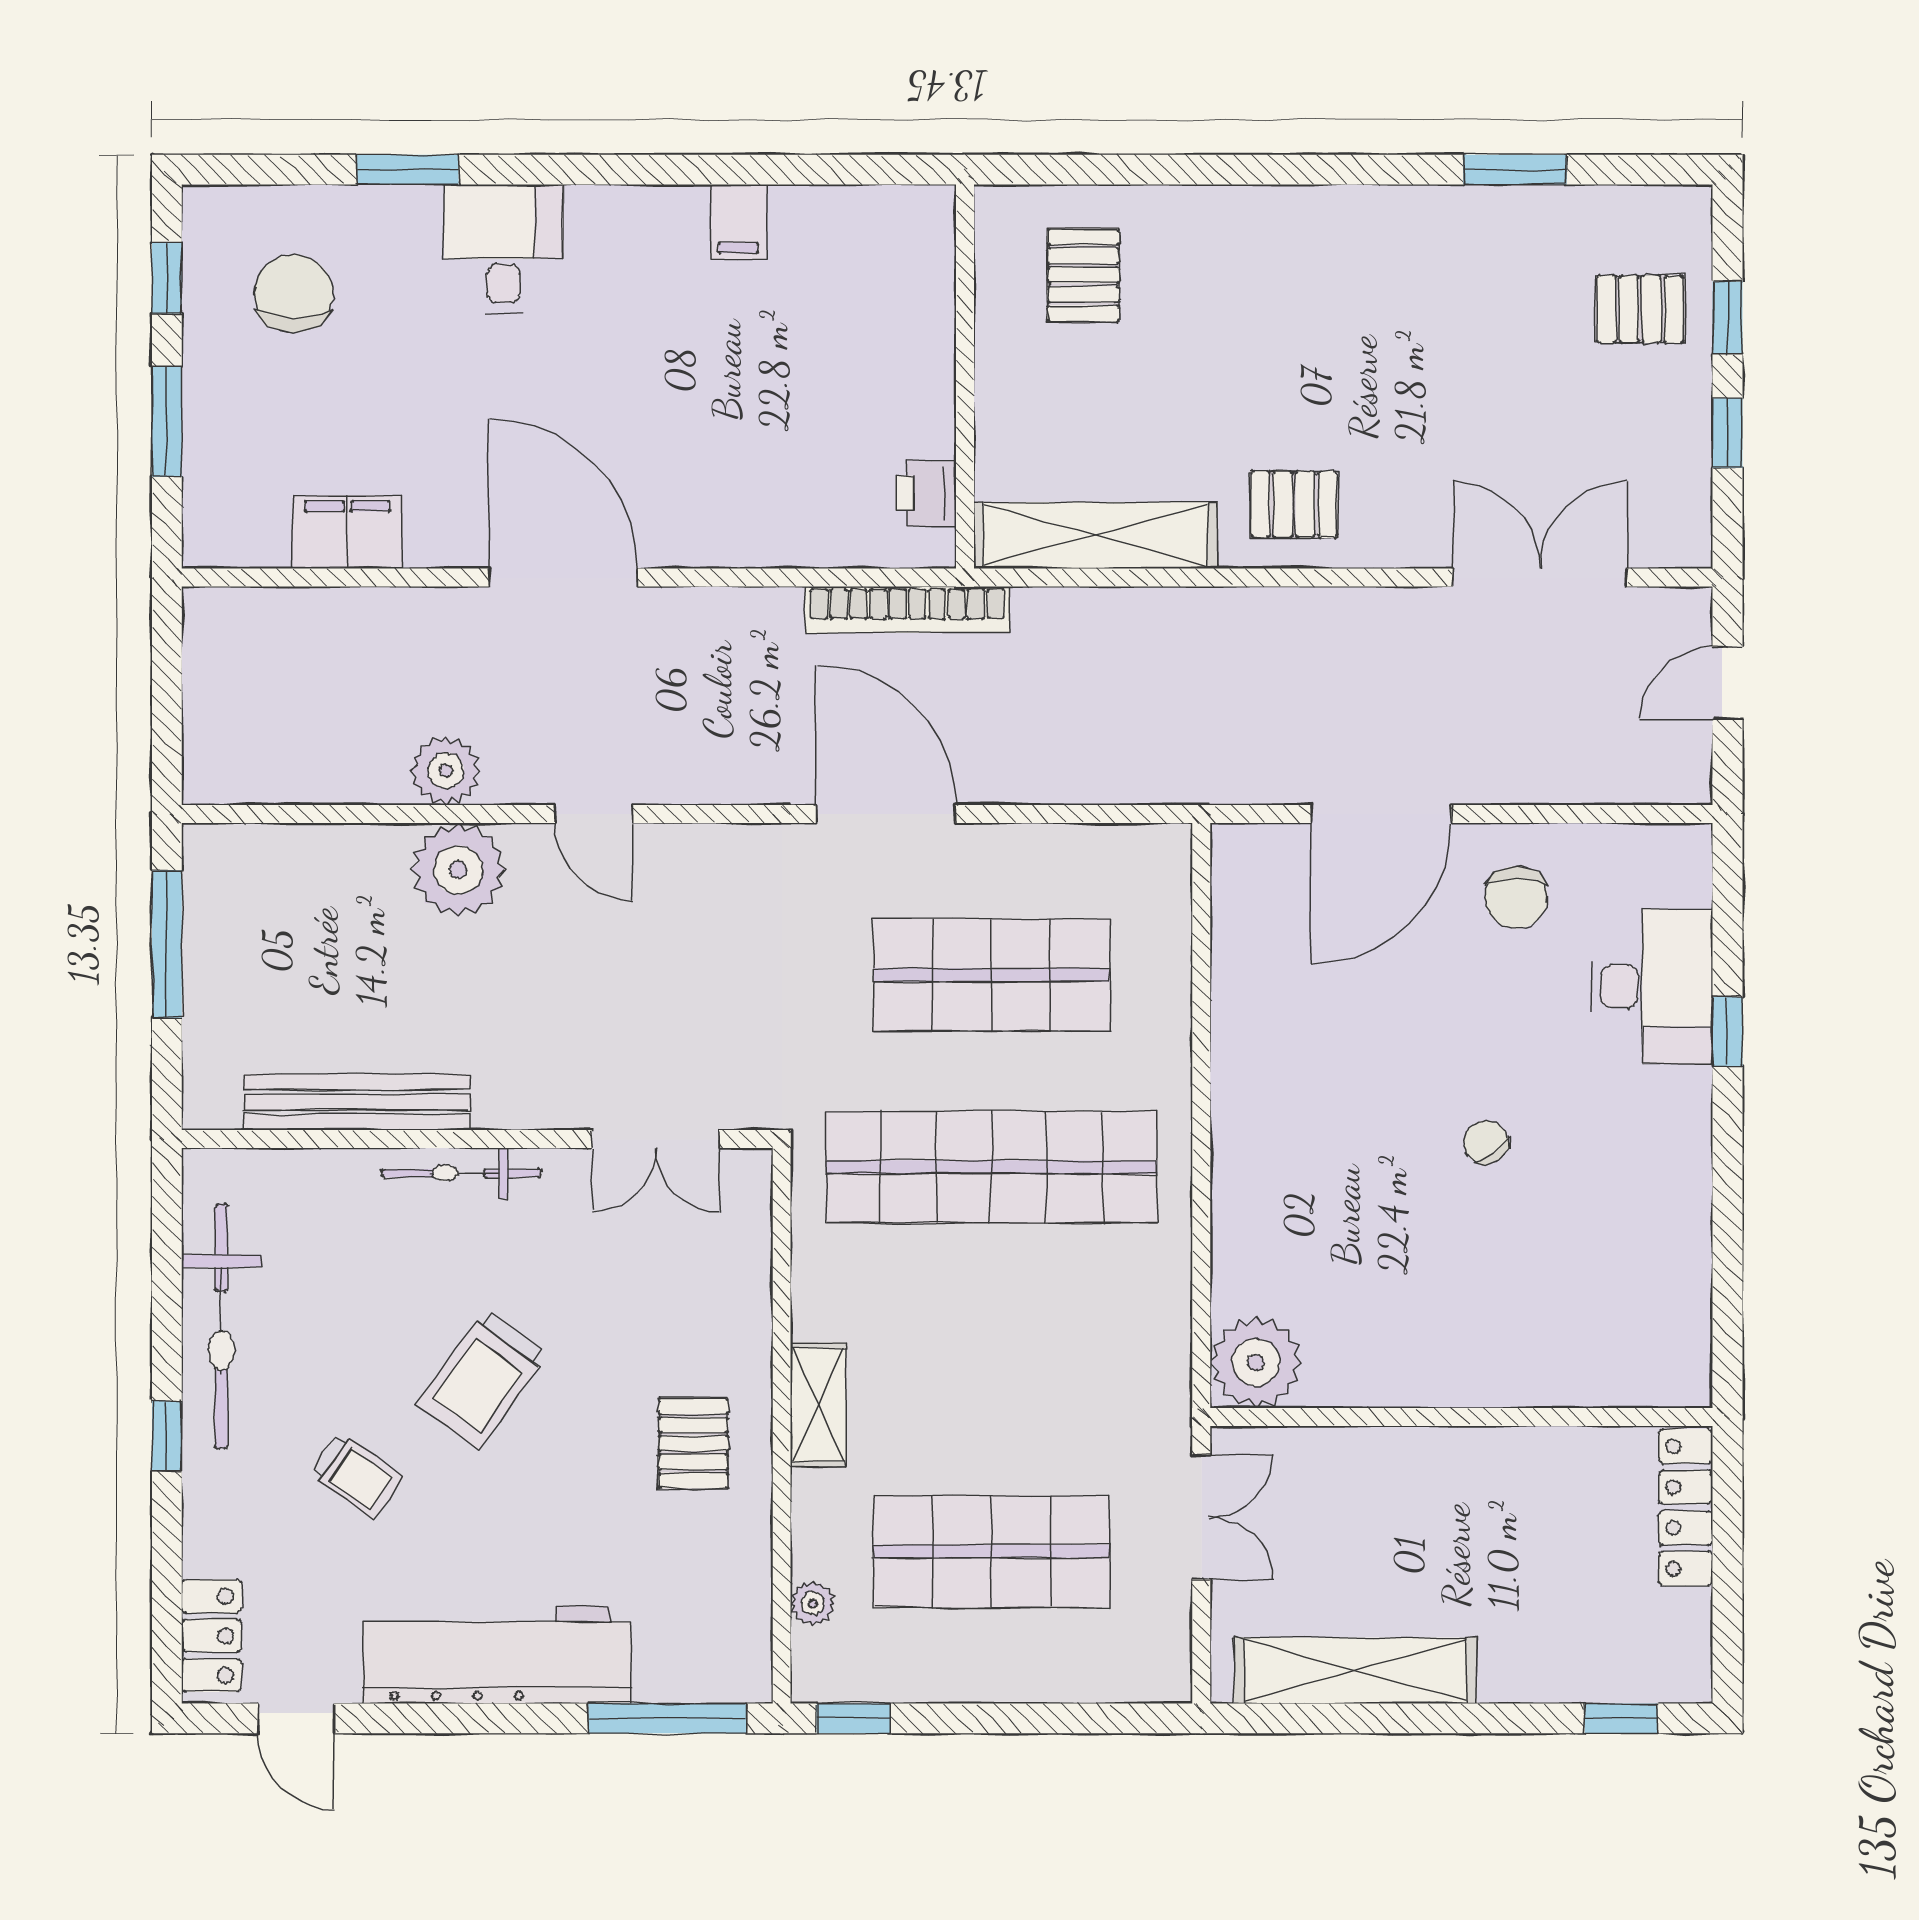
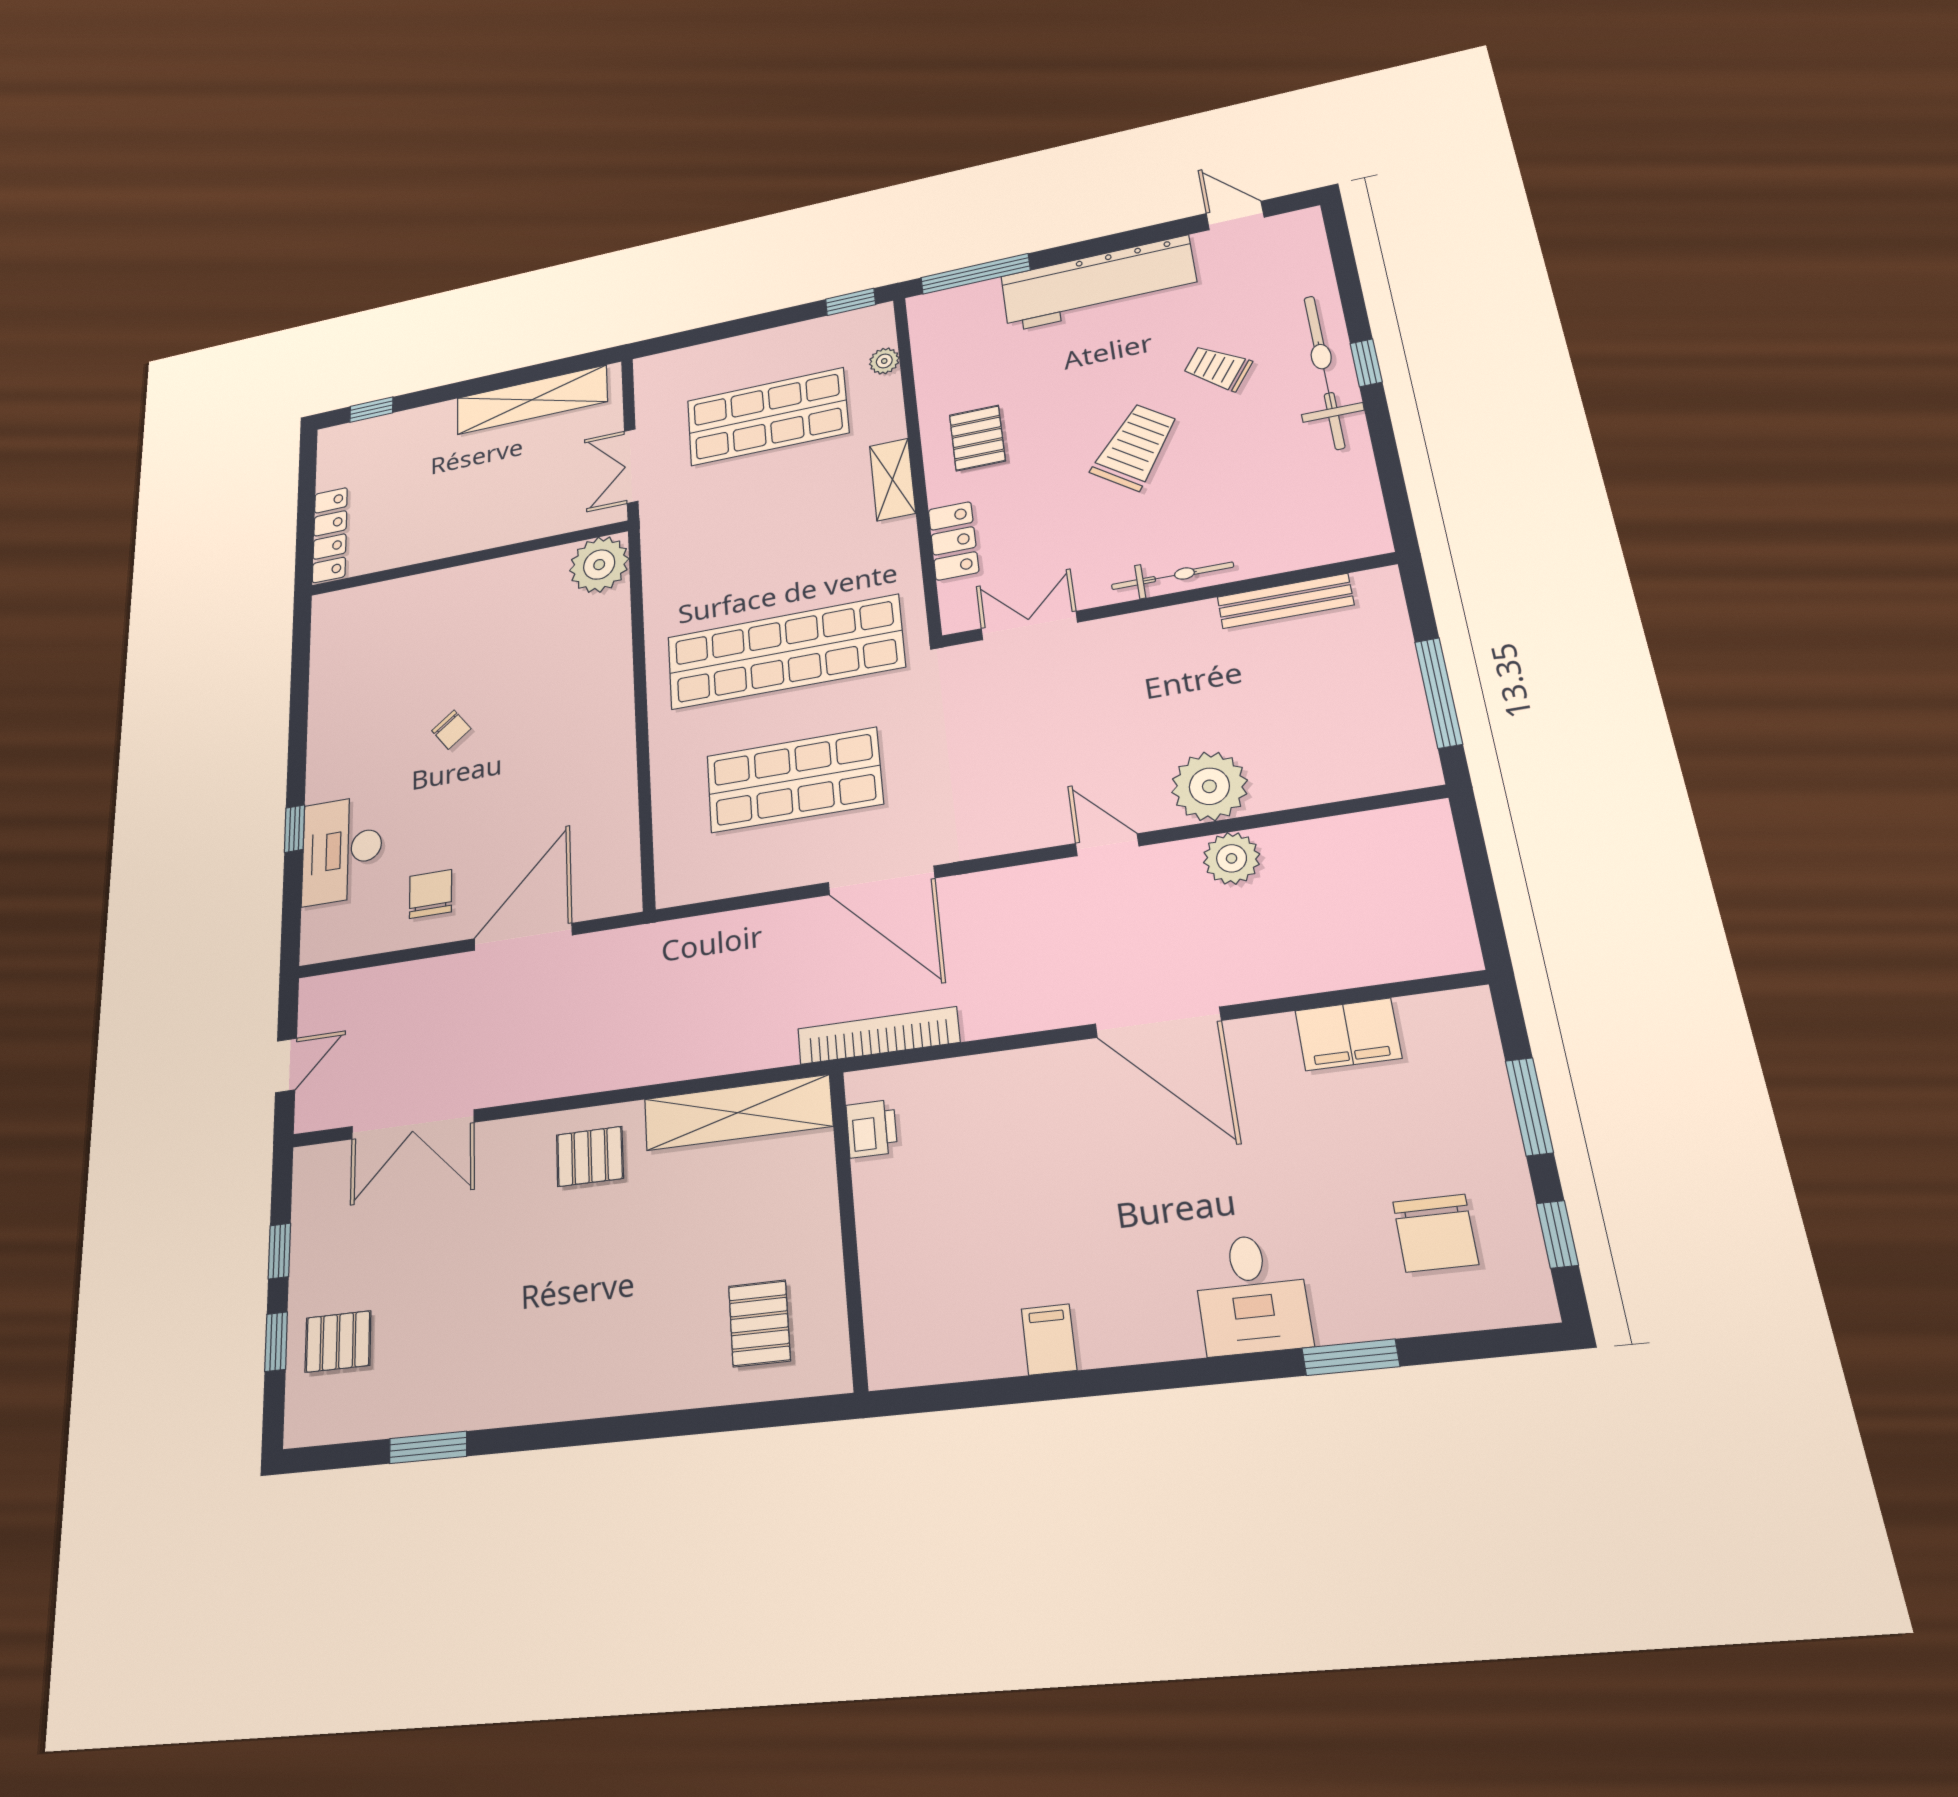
bench: (357, 1102) -> (1285, 601), width x0.73, depth x0.82
bicycle: (221, 1326) -> (1324, 372), moved
locker: (212, 1636) -> (954, 541), moved, turned 180

